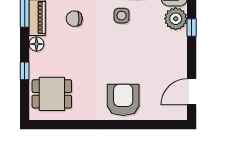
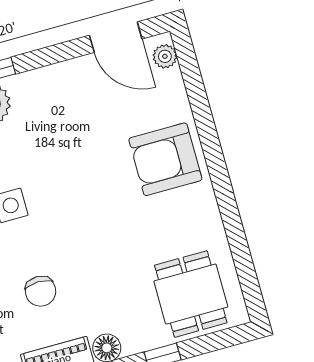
plant: (175, 114) -> (165, 56), added

